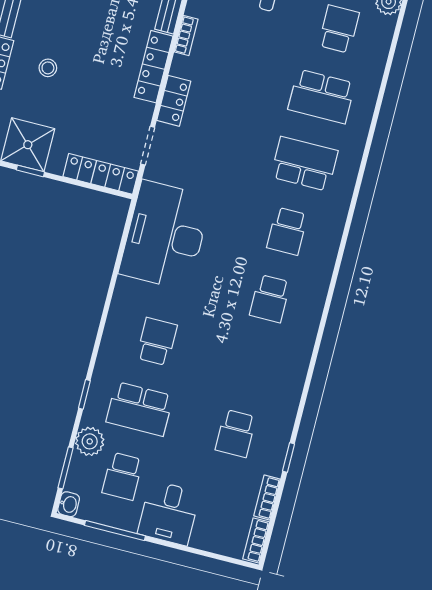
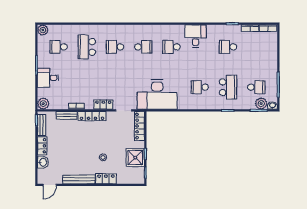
school desk: (322, 96) -> (87, 47), turned 180
school desk: (304, 164) -> (115, 47), width x0.54
school desk: (270, 299) -> (172, 47), turned 180
school desk: (236, 433) -> (228, 47), turned 180
plant: (90, 441) -> (261, 104), moved
desk: (169, 513) -> (195, 36), moved, turned -90

